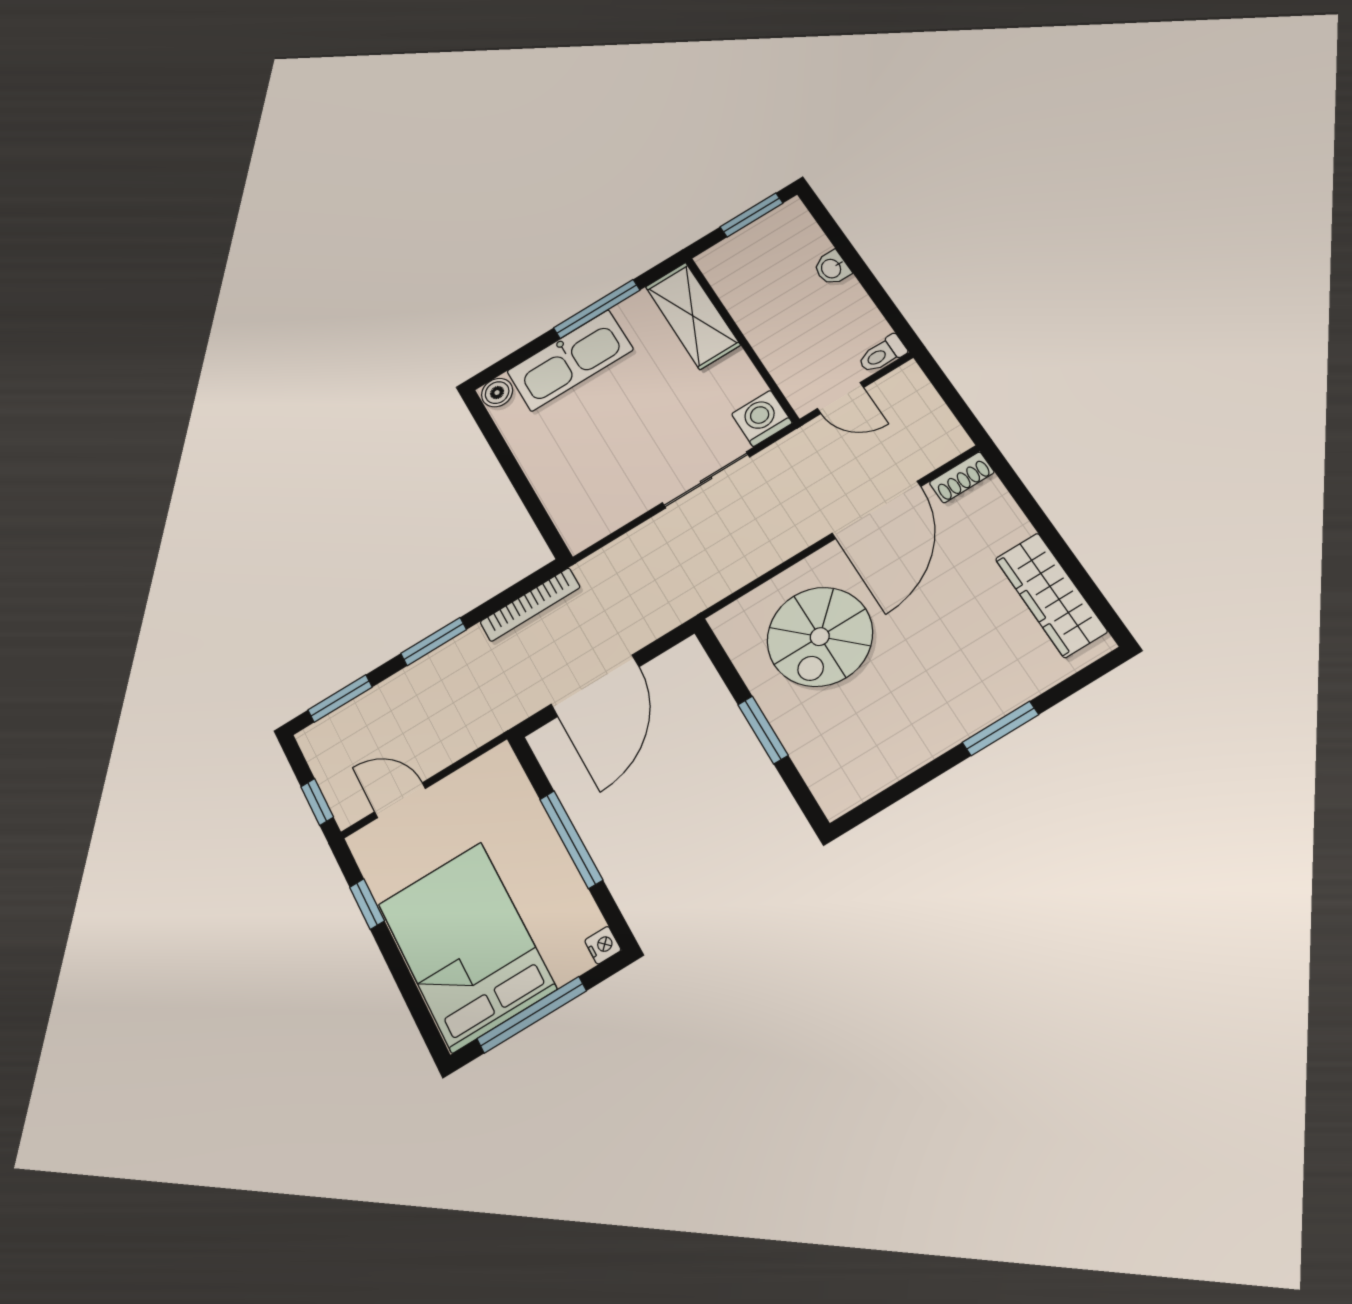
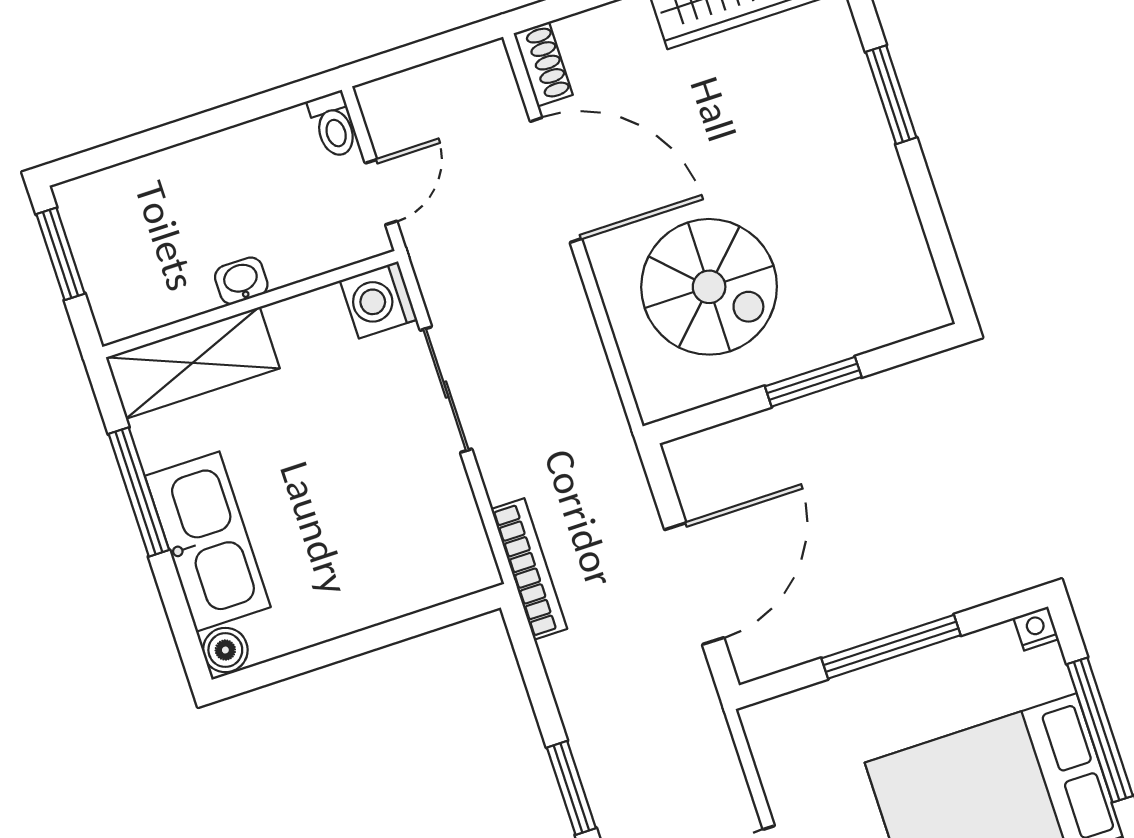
washbasin: (832, 268) -> (241, 281), moved, turned 180
bookcase: (530, 605) -> (529, 569), moved
door: (595, 686) -> (694, 584), hinge flipped

